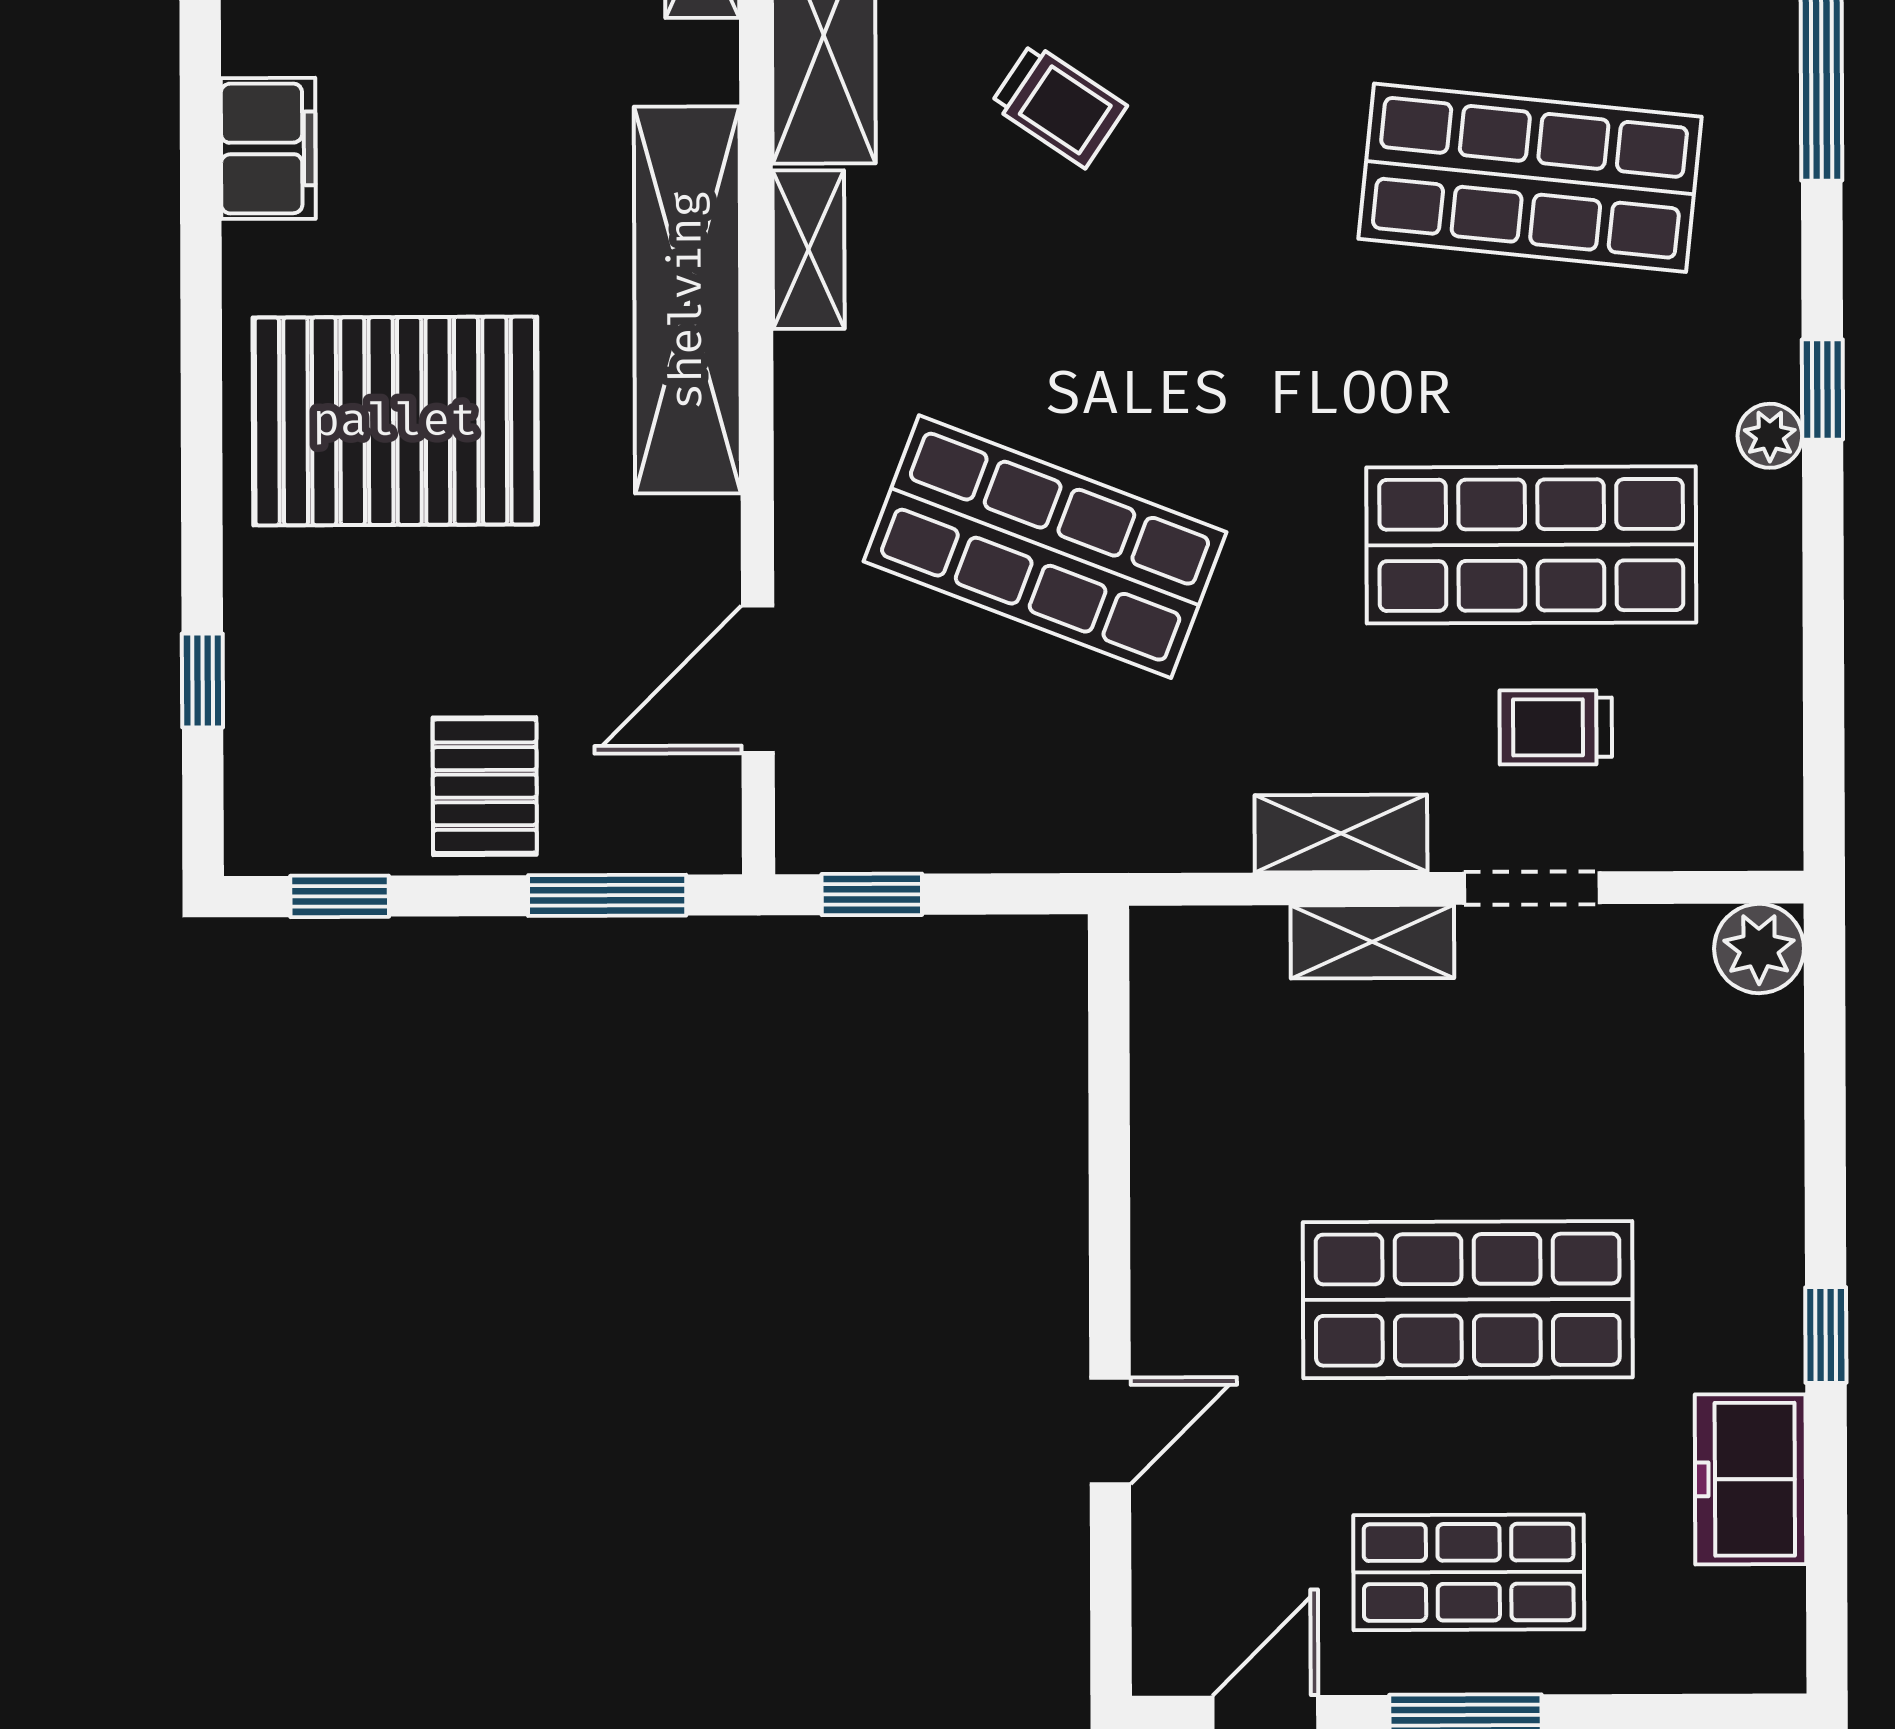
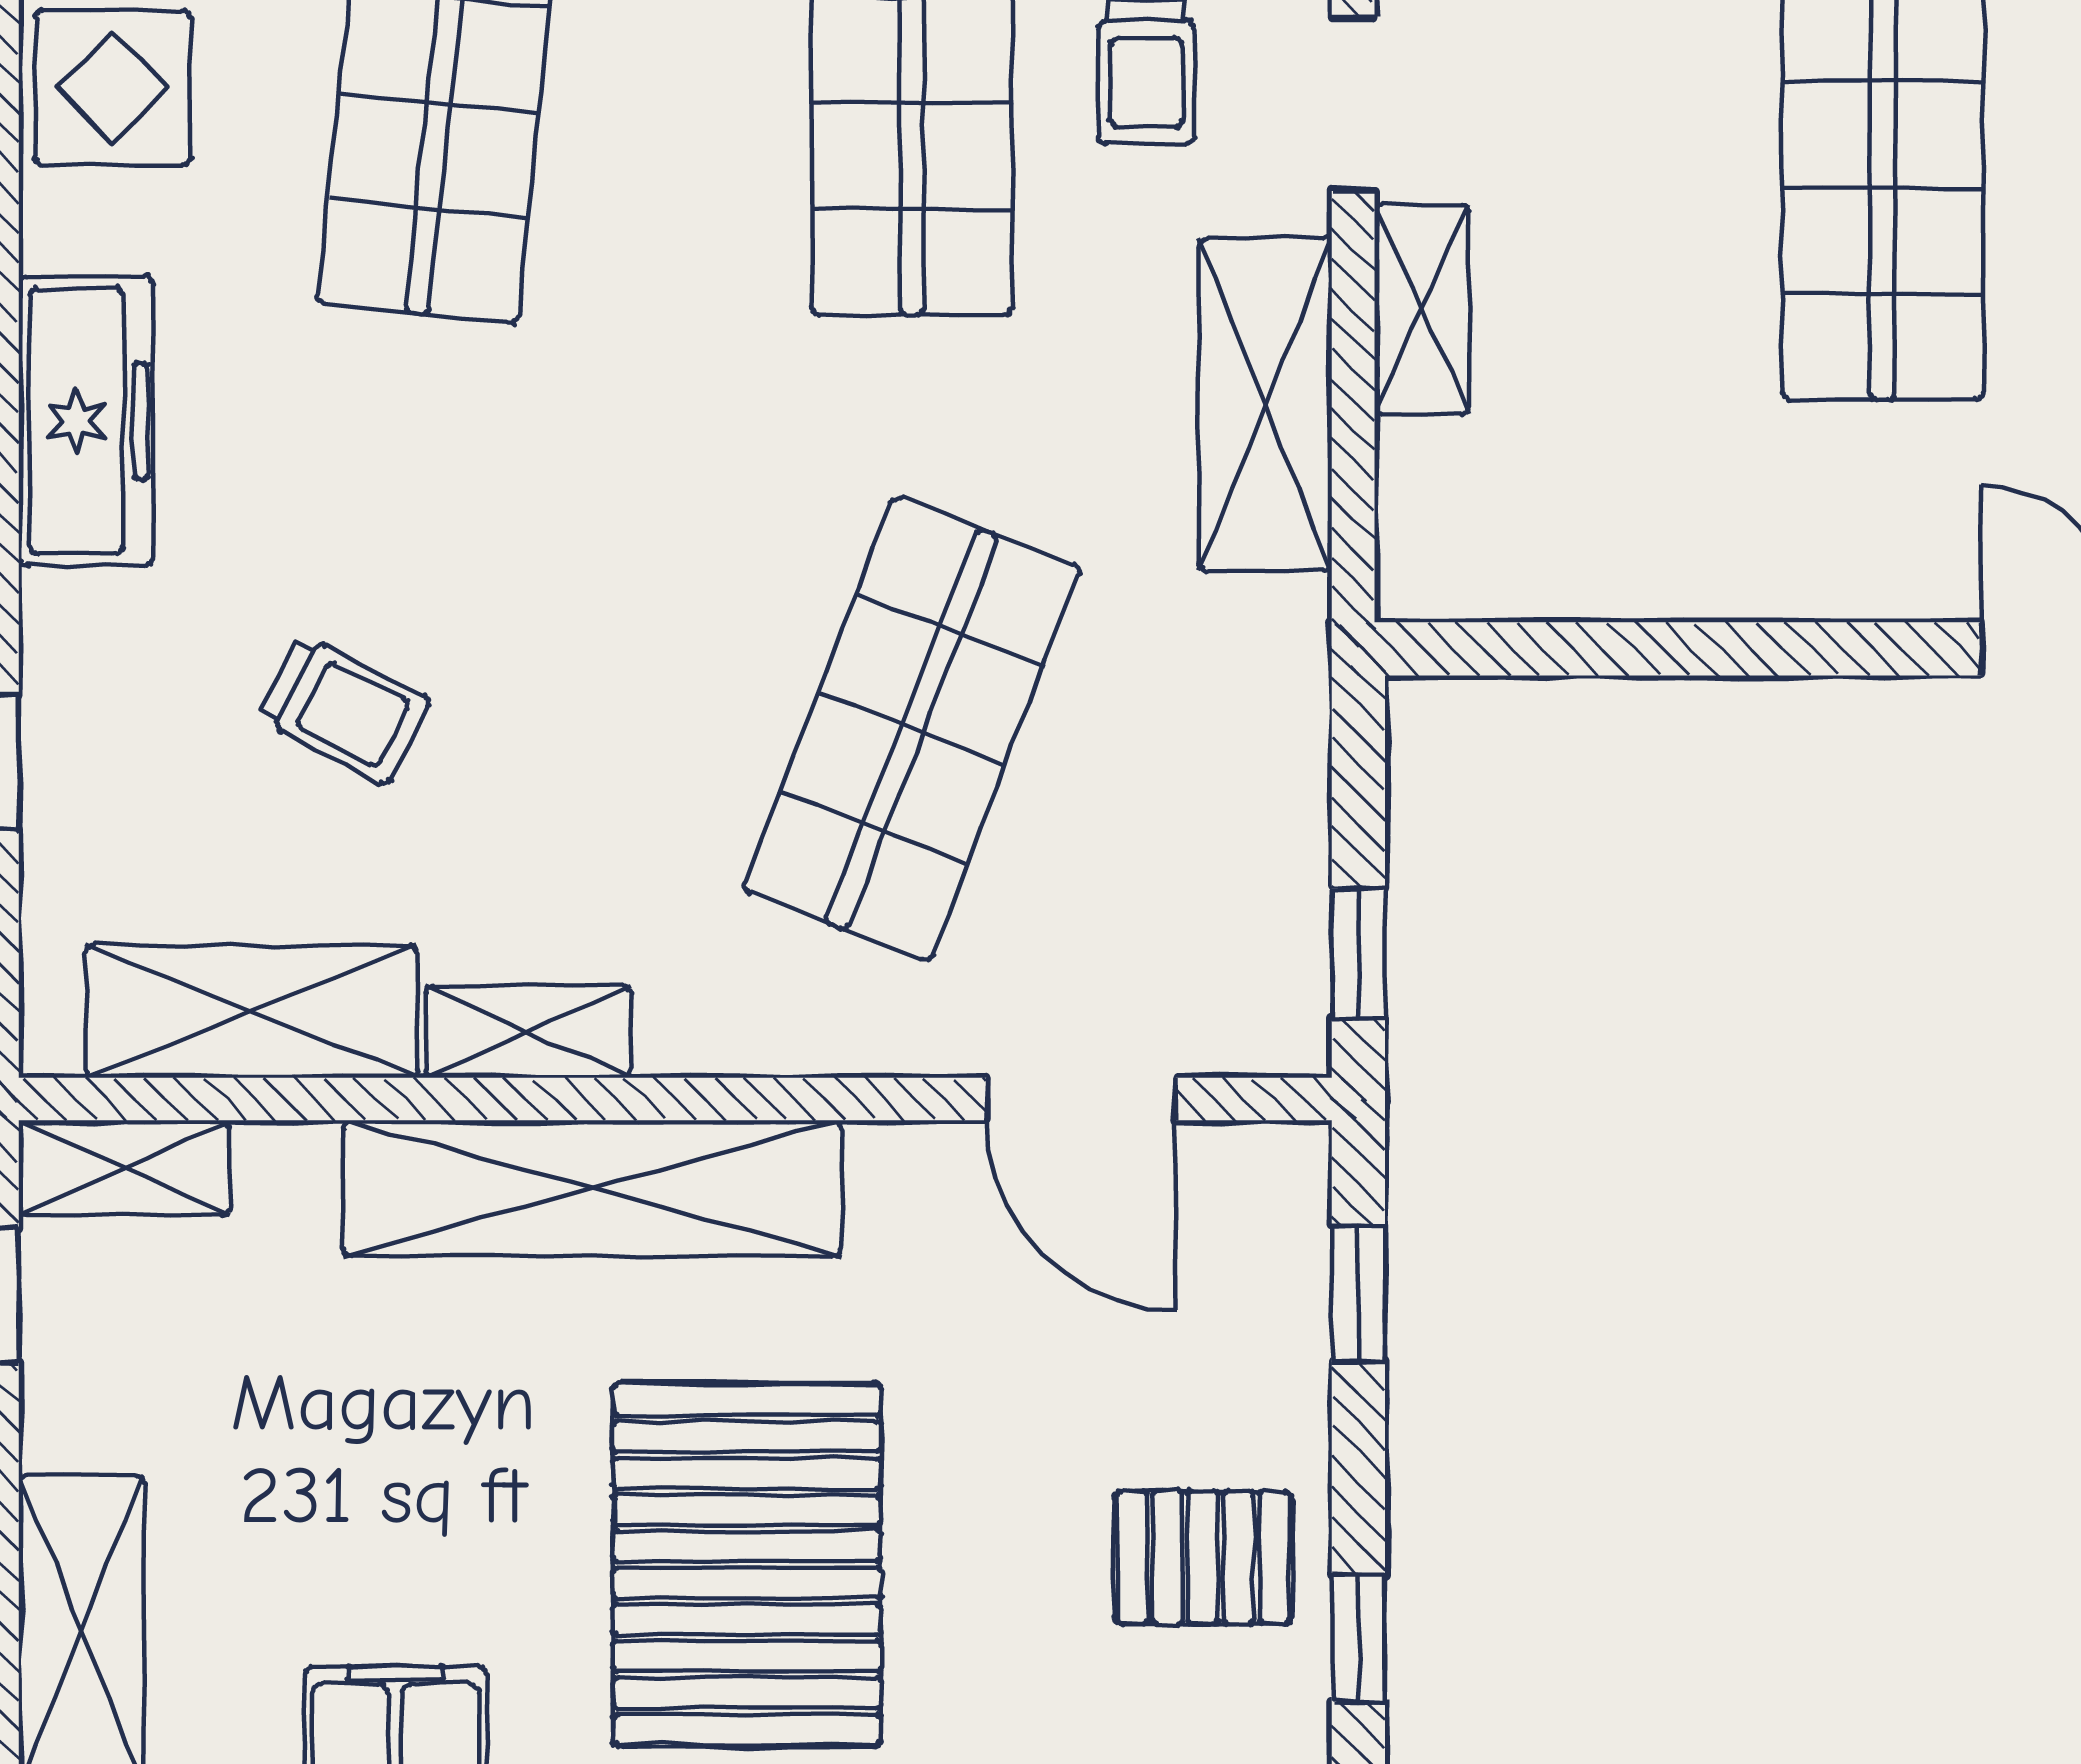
trolley: (1059, 105) -> (344, 709), turned 83
pallet: (485, 786) -> (1203, 1558), moved
shelving: (1341, 833) -> (1265, 405), width x1.50, depth x1.33
window: (607, 895) -> (1358, 1294), width x0.67

